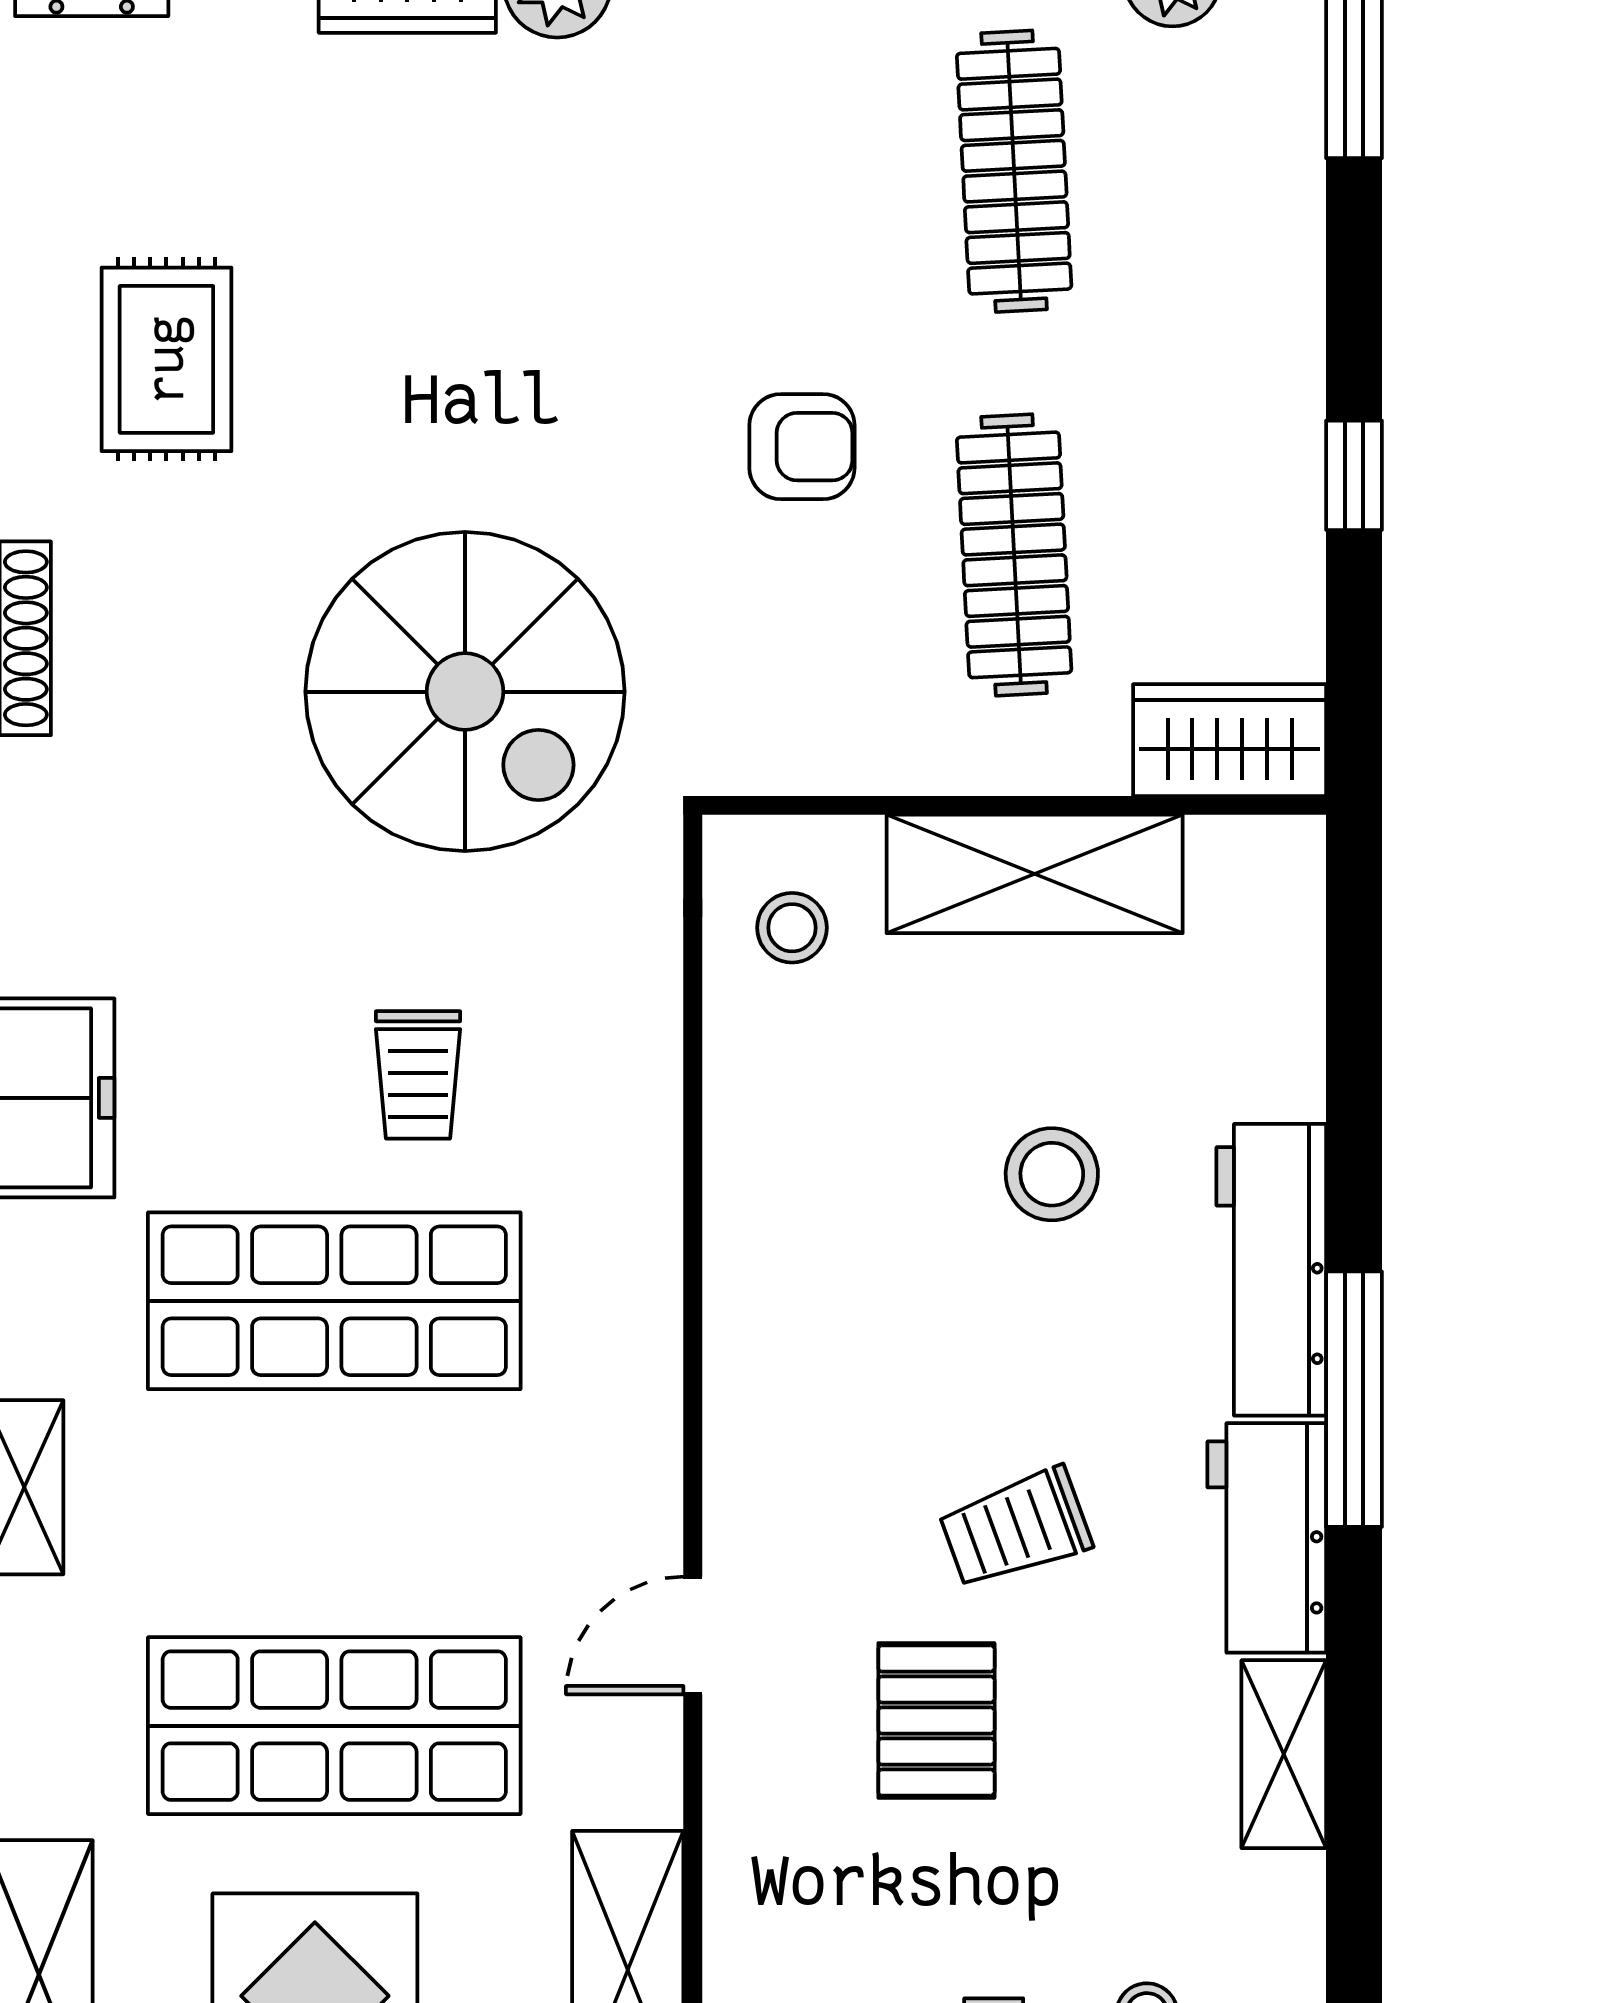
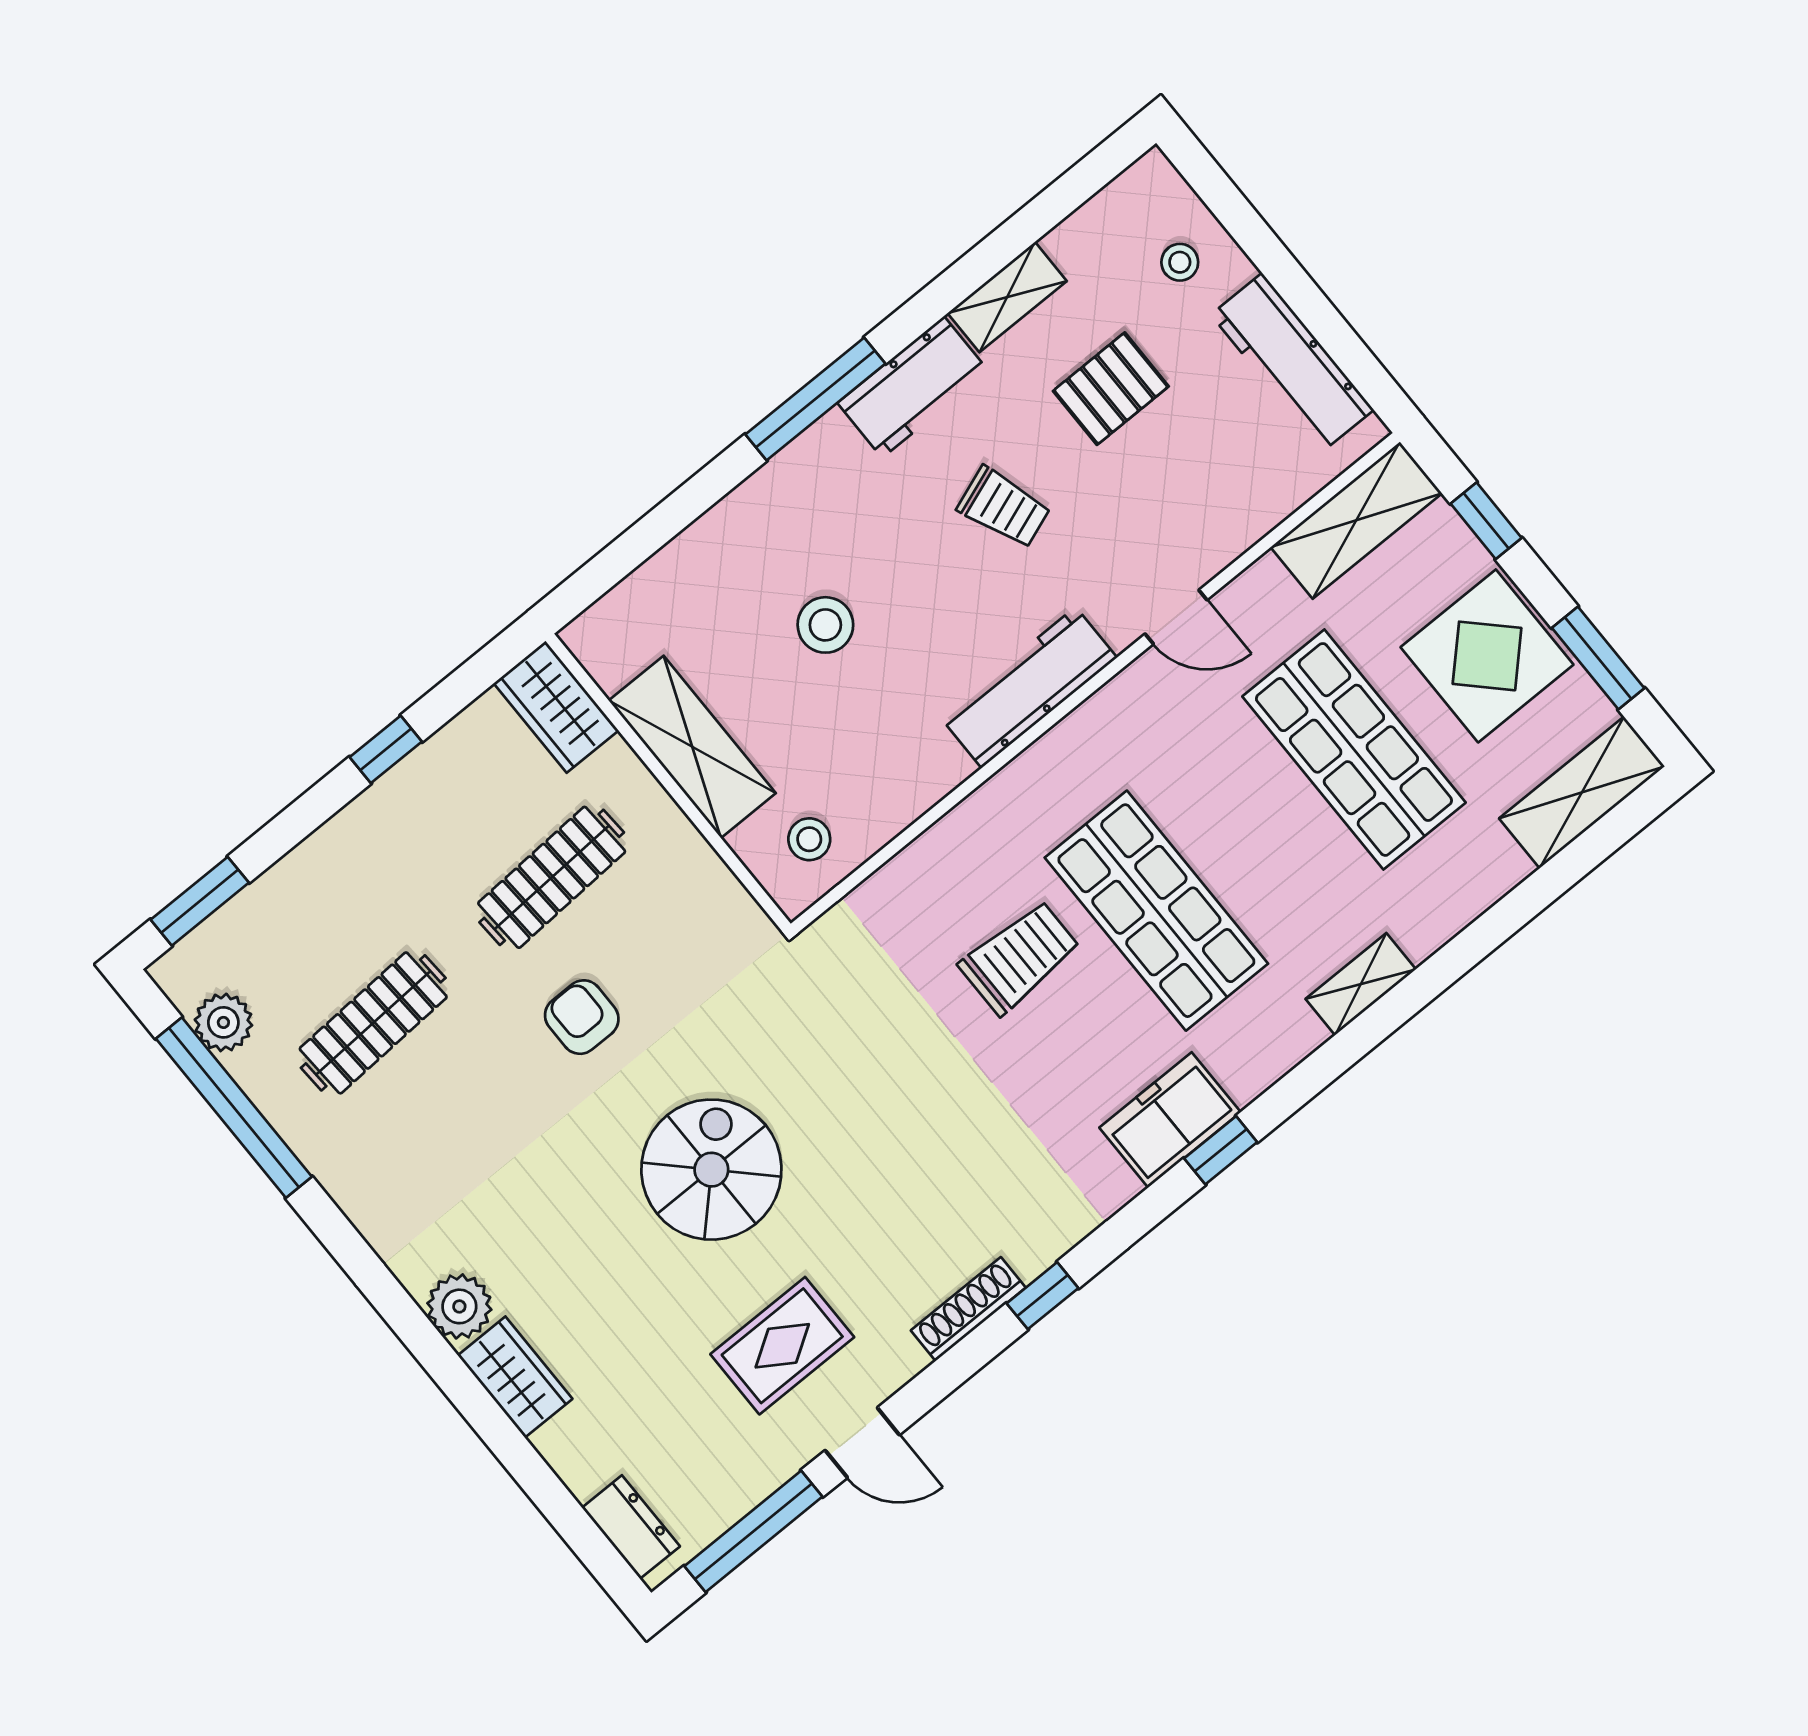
spiral stairs: (465, 692) -> (711, 1170), moved, width x0.73, depth x0.73
trolley: (418, 1075) -> (1020, 957), width x1.36, depth x1.39
workbench: (1271, 1270) -> (1029, 687), moved, turned 180
pallet: (936, 1721) -> (1111, 389), moved

